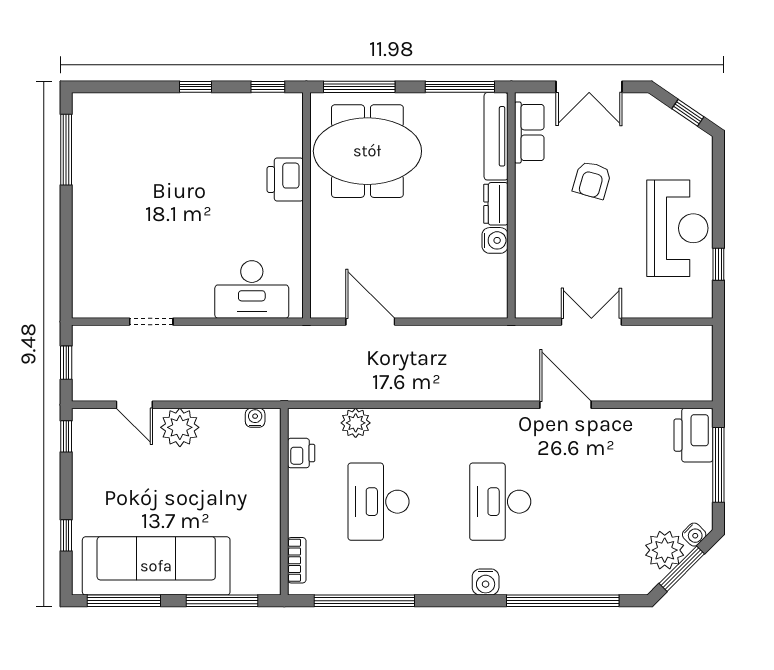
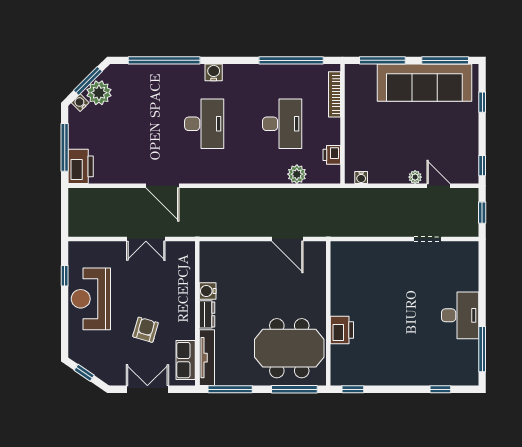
window: (195, 87) -> (440, 389), moved
desk: (252, 289) -> (460, 315), moved, turned 90
plant: (180, 427) -> (415, 177), width x0.53, depth x0.53
bookcase: (297, 560) -> (335, 94), width x1.56

